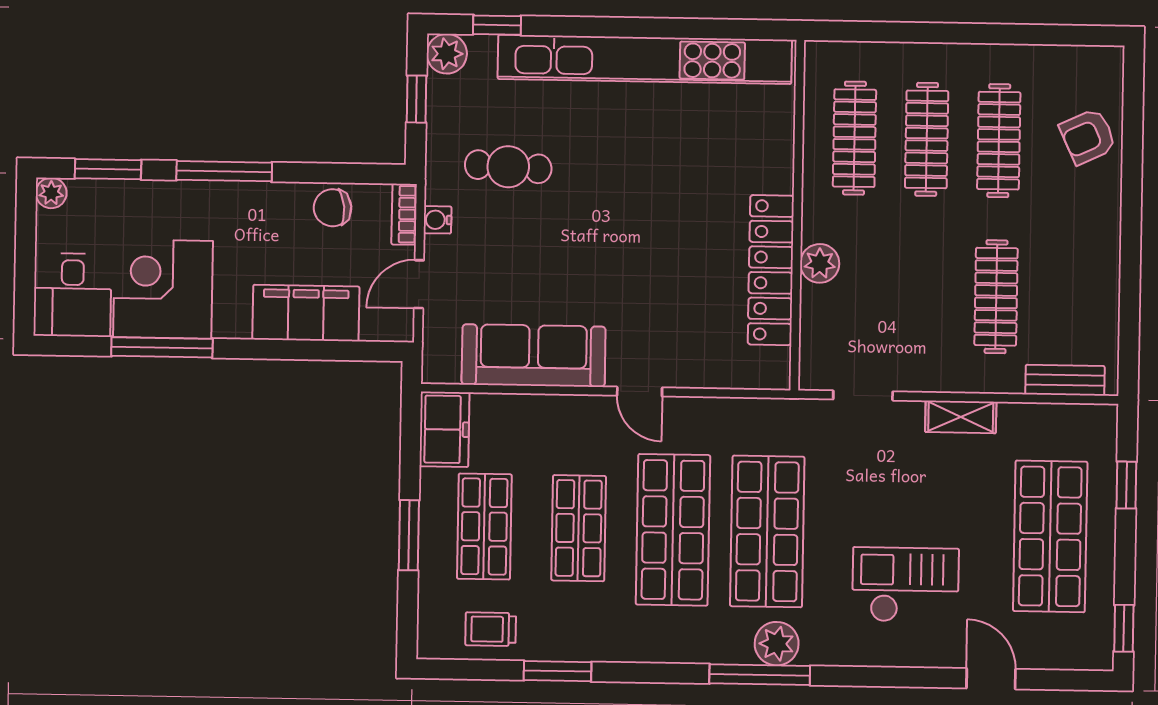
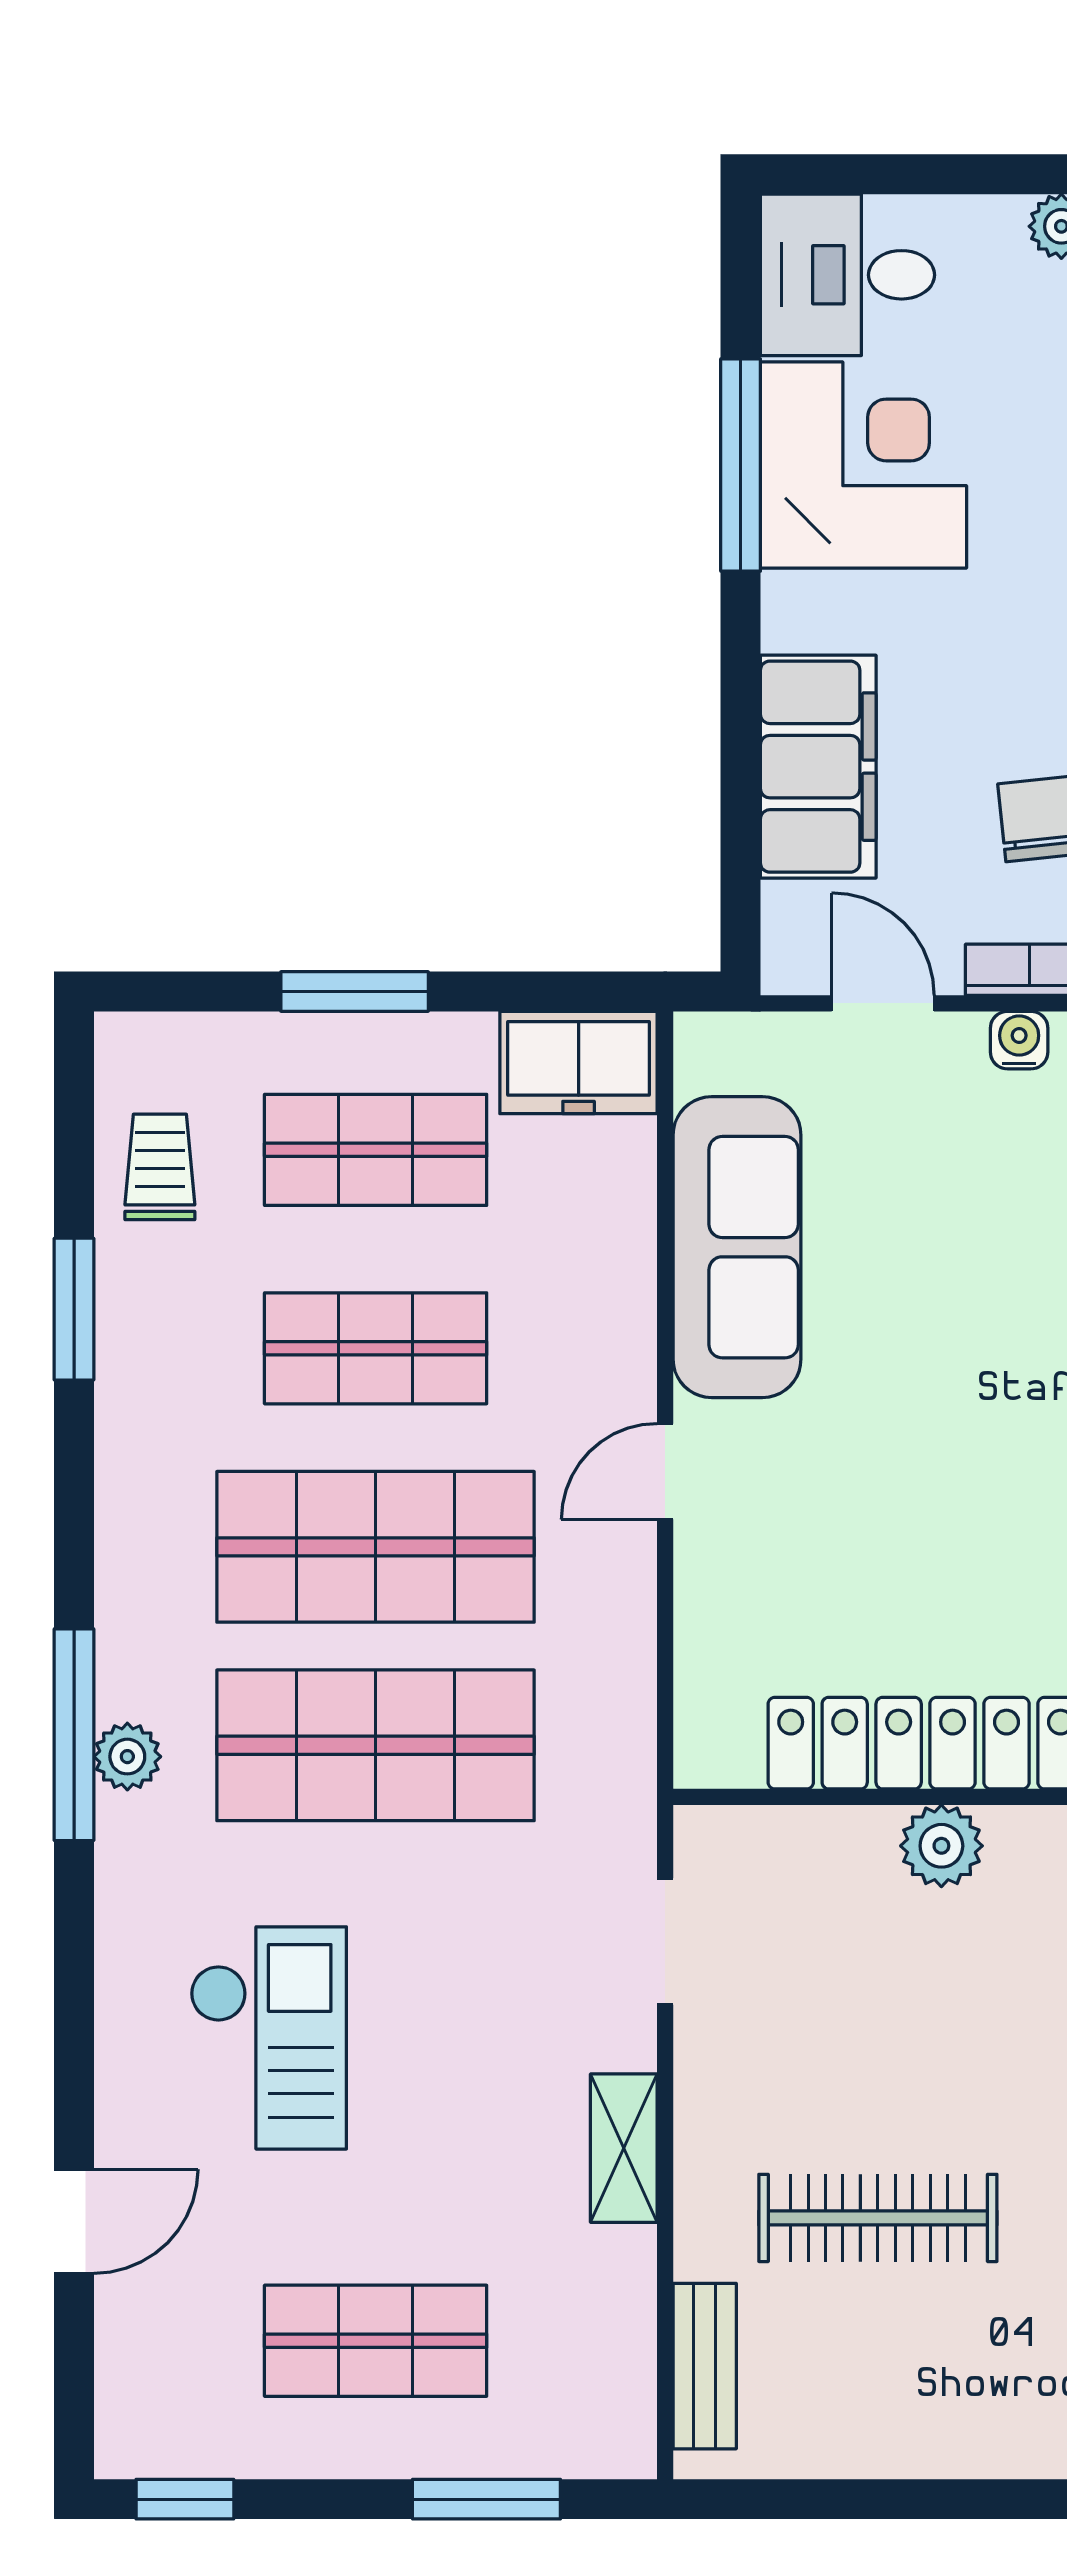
window: (1126, 485) -> (486, 2499), width x1.50
shop shelf: (1050, 536) -> (376, 2341), width x0.70, depth x0.74
plant: (777, 644) -> (127, 1757), width x0.73, depth x0.73

